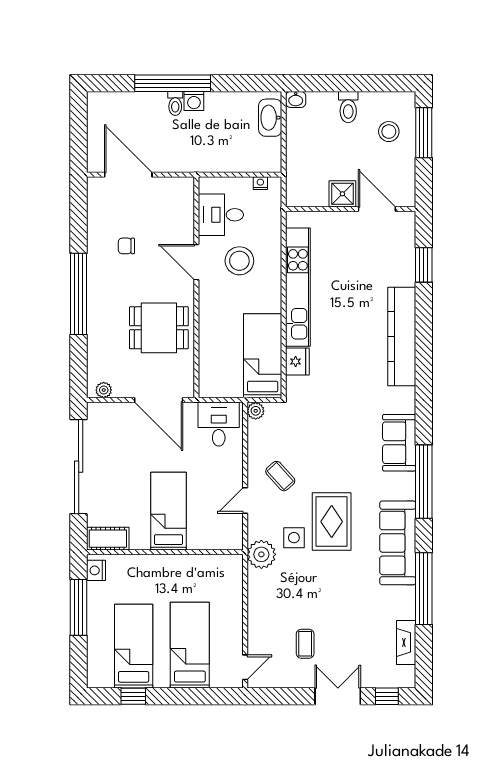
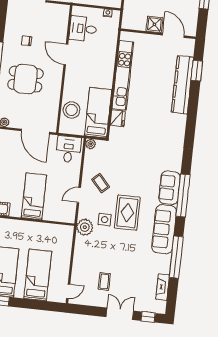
stool: (239, 261) -> (72, 110), moved
dining table: (159, 328) -> (25, 79), moved
kitchen counter: (402, 337) -> (182, 85), moved
sofa: (399, 443) -> (170, 188), moved

